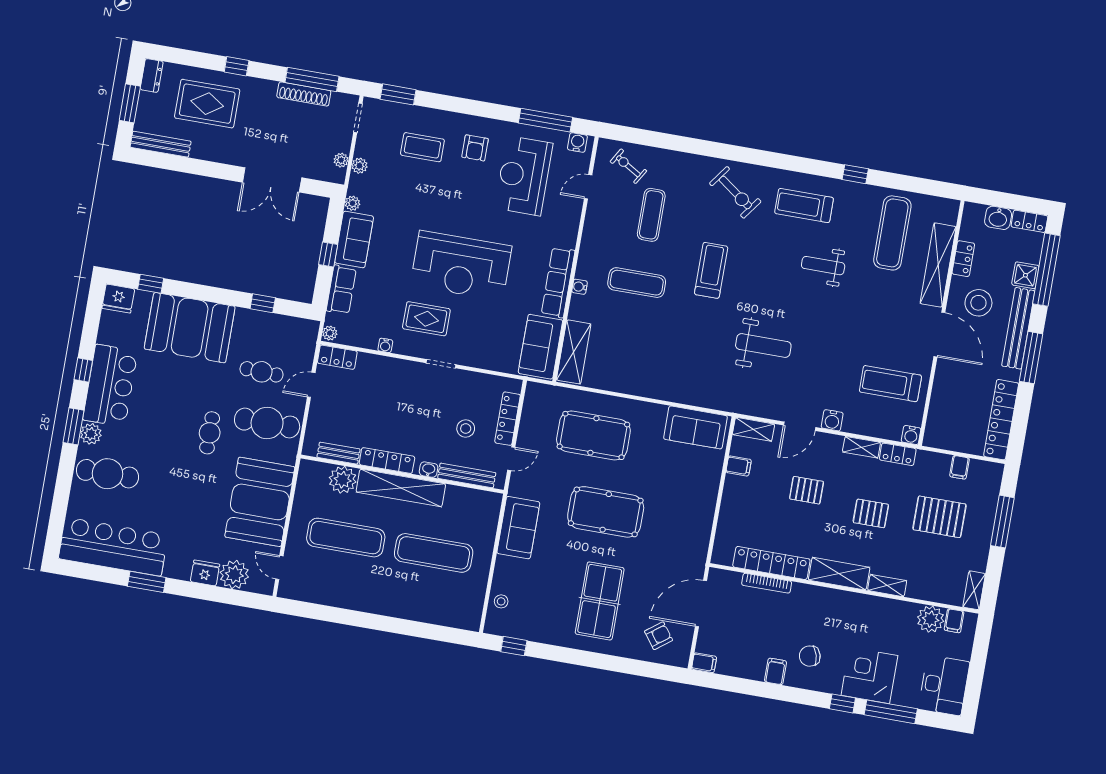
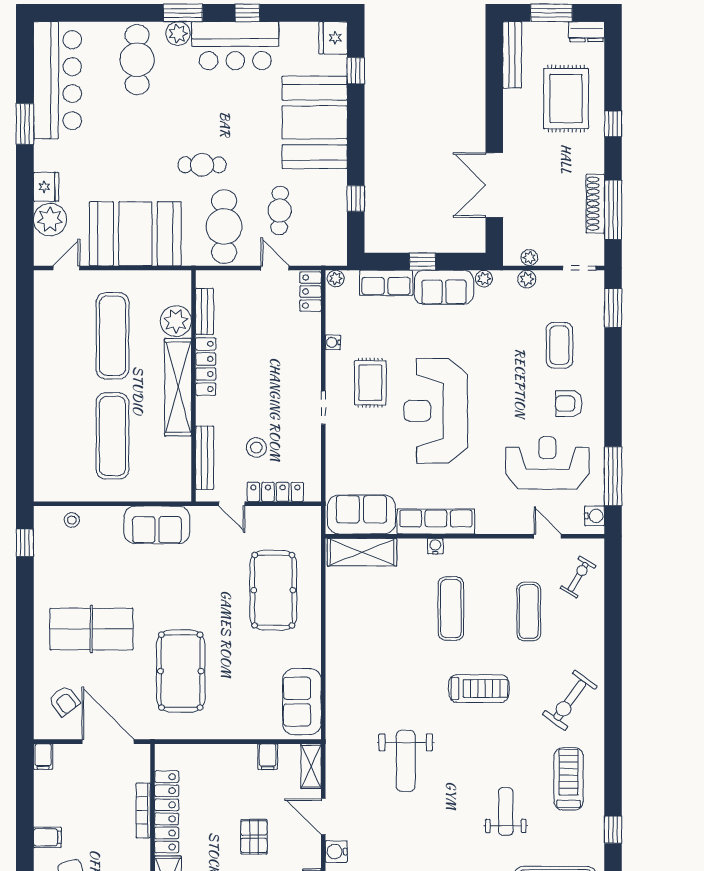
exercise mat: (651, 215) -> (529, 612), turned 90
washbasin: (429, 470) -> (204, 414), removed
pool table: (606, 512) -> (181, 671), moved

